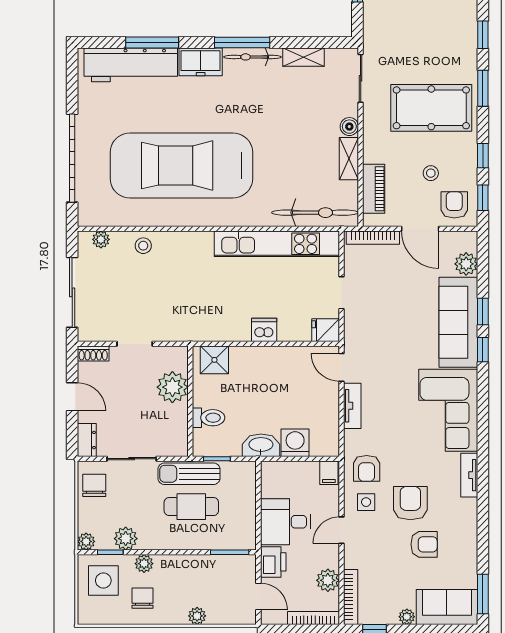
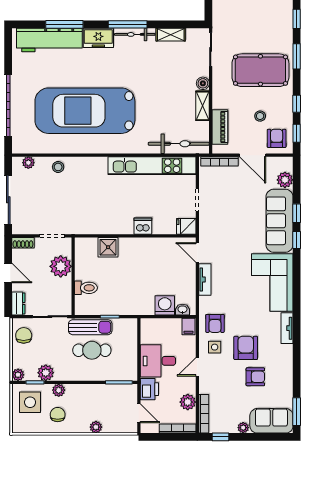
plant: (172, 387) -> (61, 266), moved
wall: (190, 401) -> (73, 276), moved
toilet: (209, 418) -> (86, 288), moved
washbasin: (261, 445) -> (182, 310), moved, width x0.52, depth x0.69
sun lounger: (189, 474) -> (90, 327), turned 180

